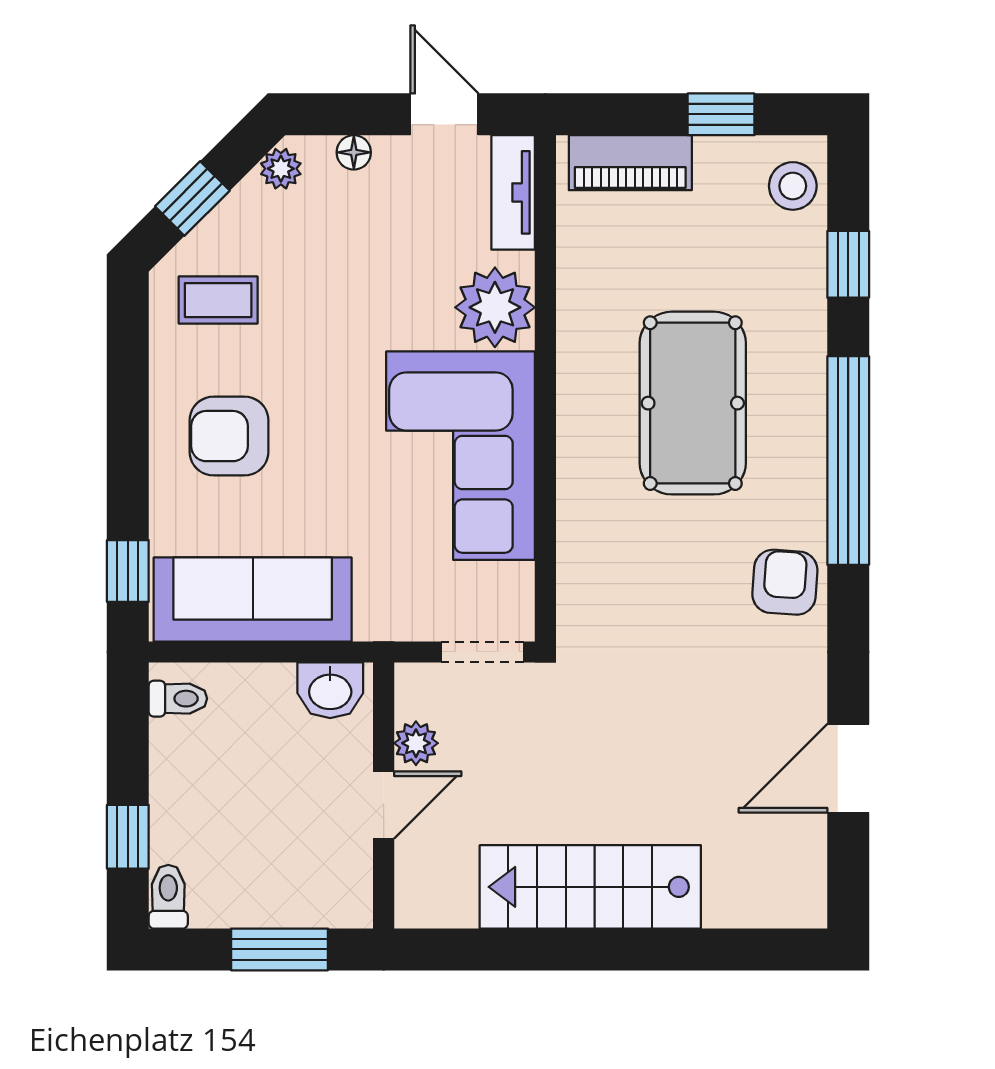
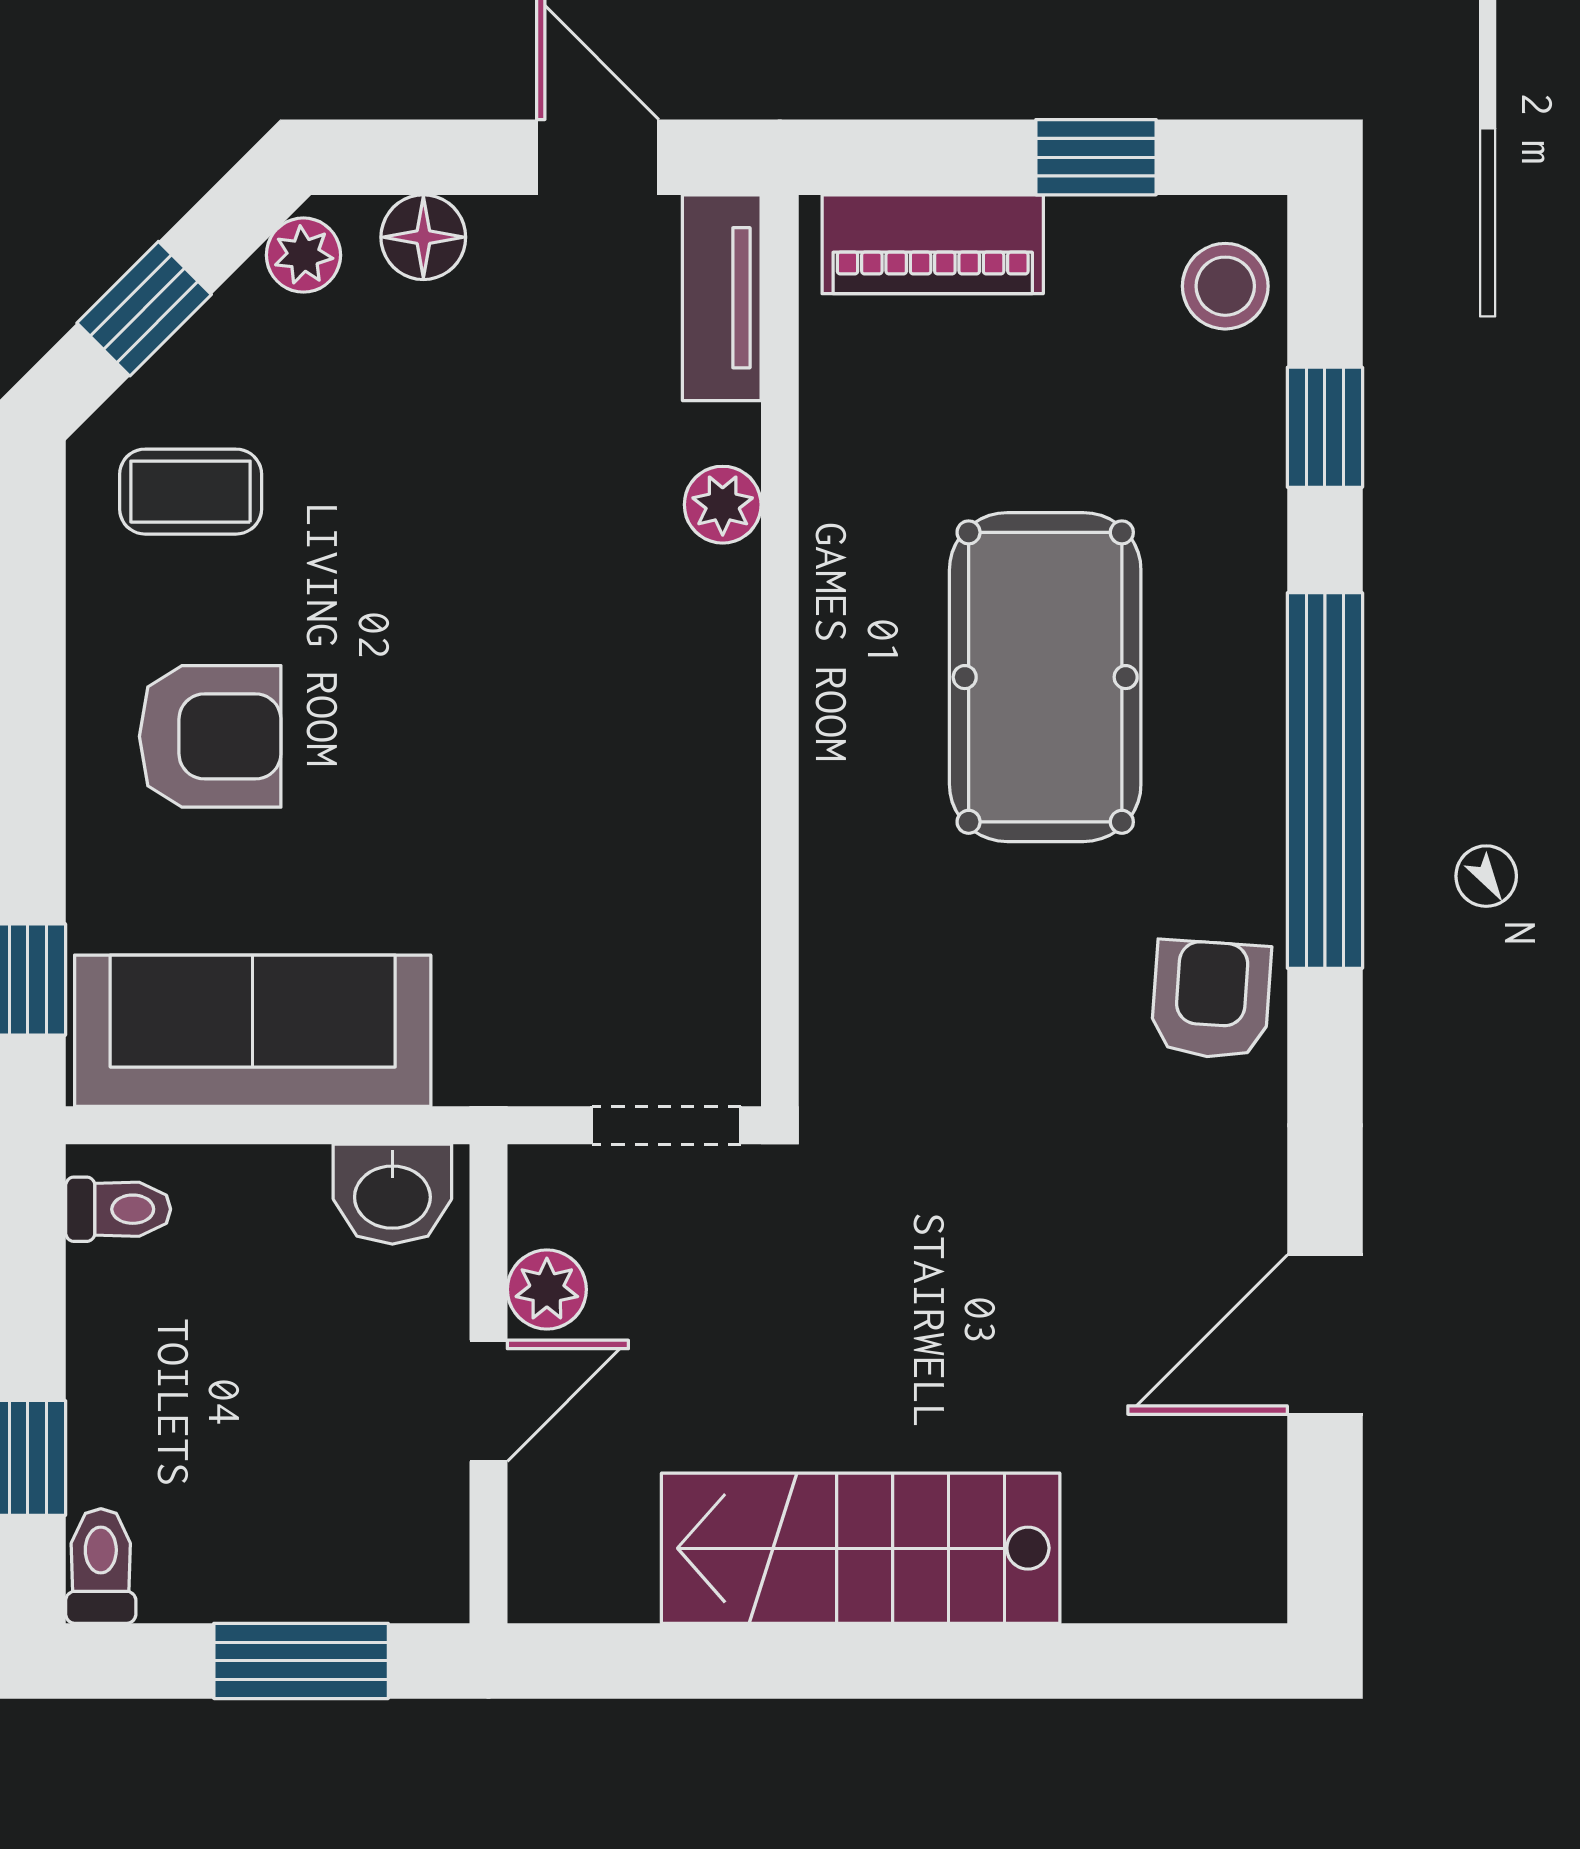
floor lamp: (354, 152) -> (423, 237), width x1.37, depth x1.37
plant: (495, 307) -> (723, 505), width x0.53, depth x0.53
armchair: (229, 436) -> (210, 736), turned 180
corner sofa: (461, 456) -> (627, 772), removed

